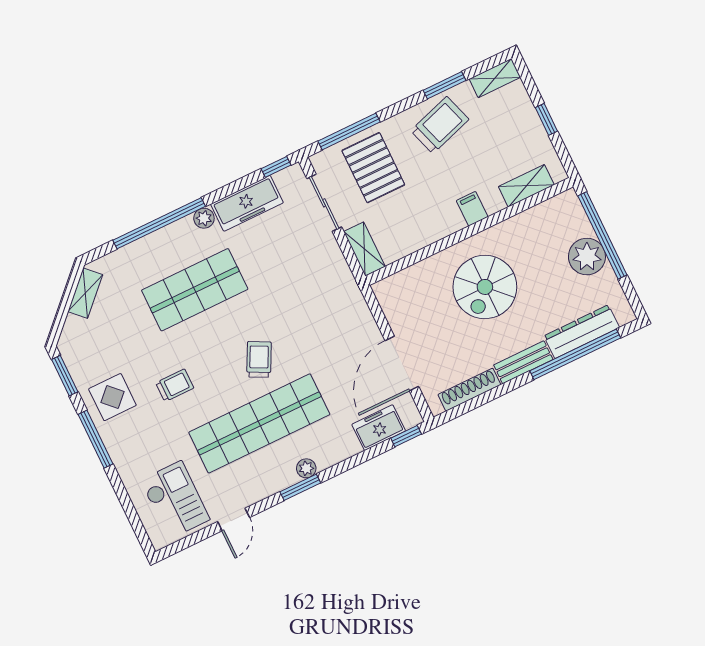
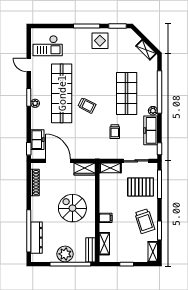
wardrobe: (392, 301) -> (85, 169), added
bench: (523, 362) -> (91, 250), moved
trolley: (175, 385) -> (115, 132), moved

